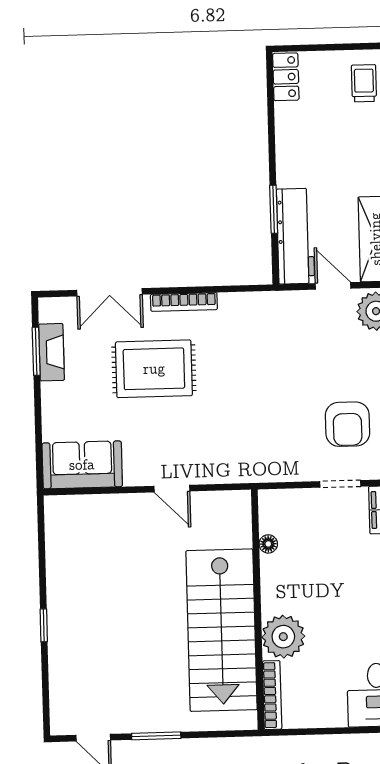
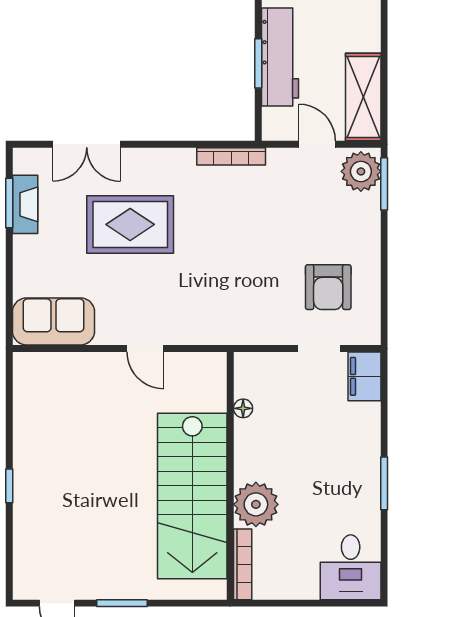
workbench: (296, 236) -> (280, 57), moved
bookcase: (184, 302) -> (231, 156), moved

